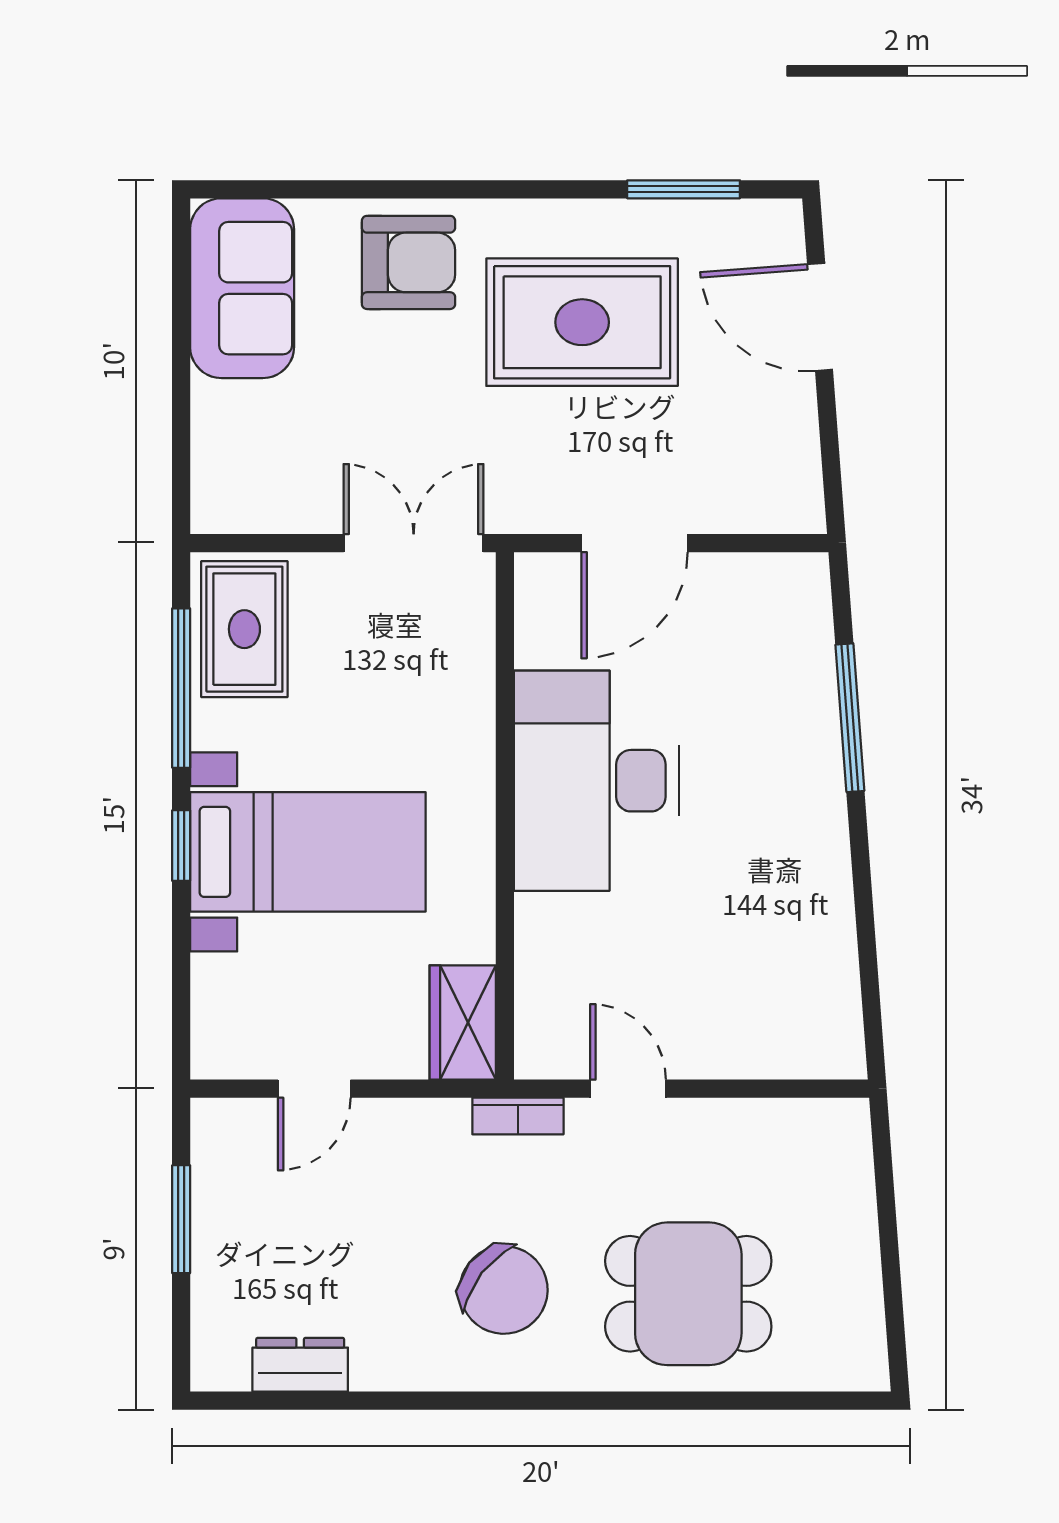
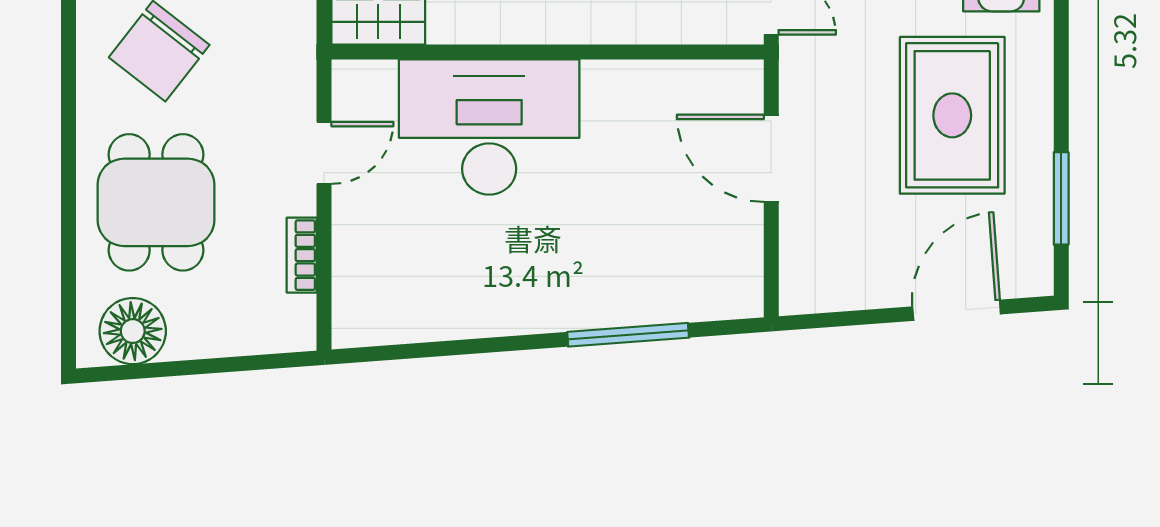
desk: (596, 781) -> (489, 127), moved
bookcase: (518, 1116) -> (302, 255), moved
floor lamp: (845, 1322) -> (133, 331), added

